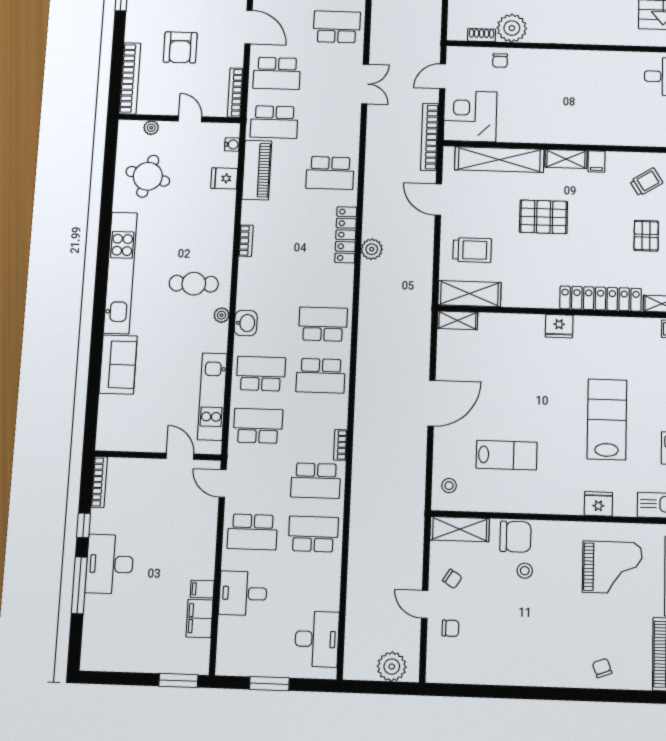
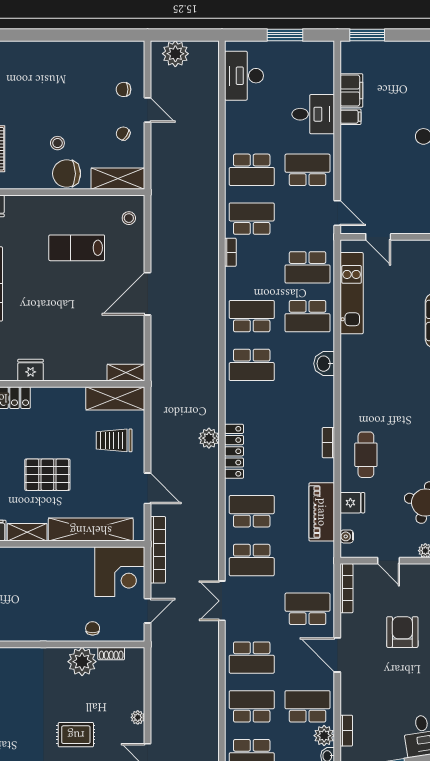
school desk: (274, 122) -> (252, 560), moved, turned 180
cafe table: (194, 284) -> (366, 455), moved, turned 90
plant: (222, 315) -> (347, 370), removed

